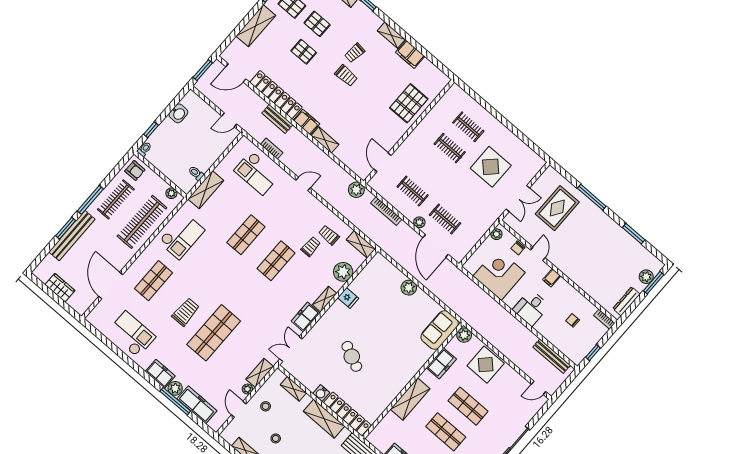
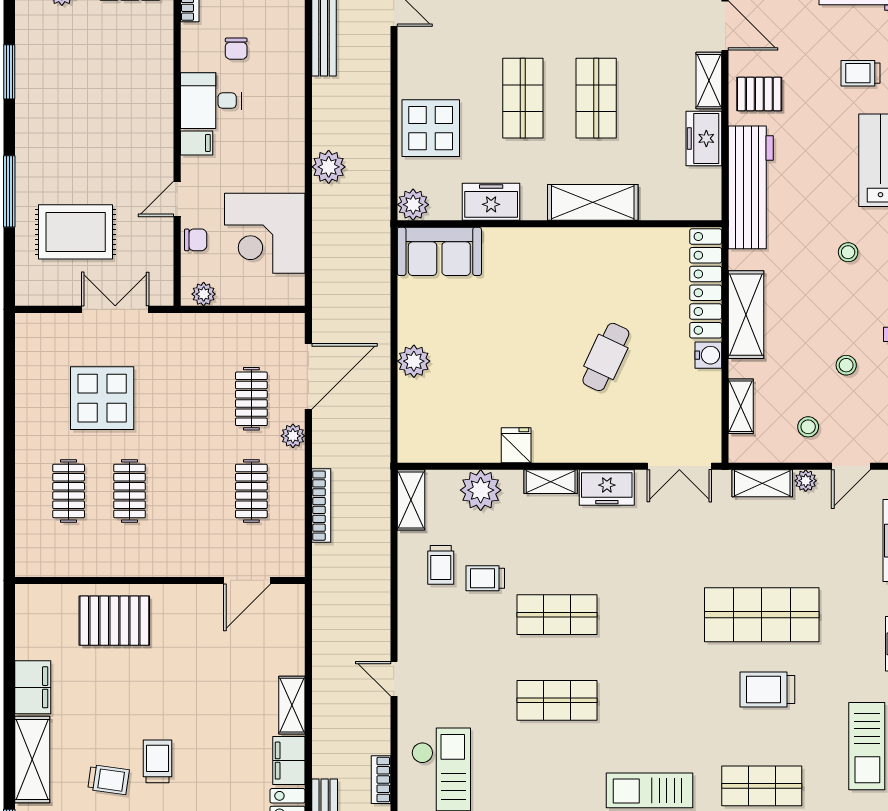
shelving: (391, 35) -> (32, 760), width x1.50, depth x1.33
plant: (356, 190) -> (329, 167), moved
desk: (531, 308) -> (211, 101), moved, turned 180

